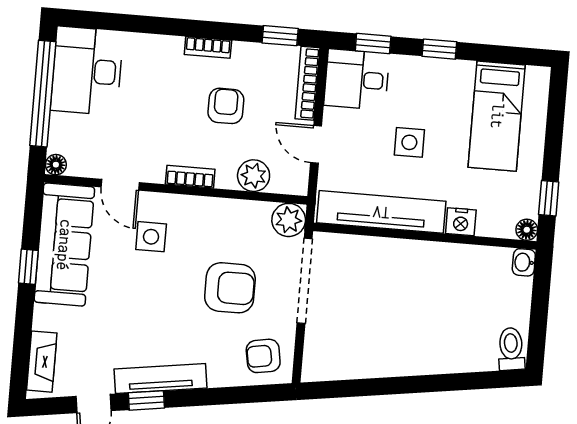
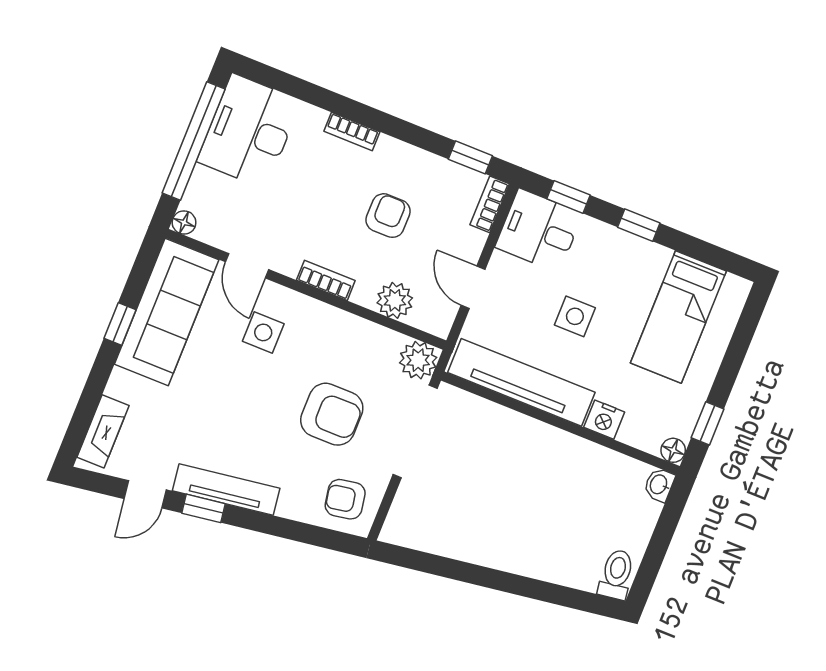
bookcase: (208, 47) -> (352, 132), moved
bookcase: (307, 83) -> (490, 204), width x0.64

